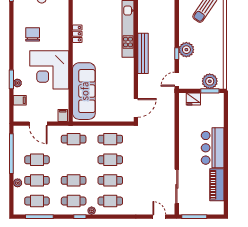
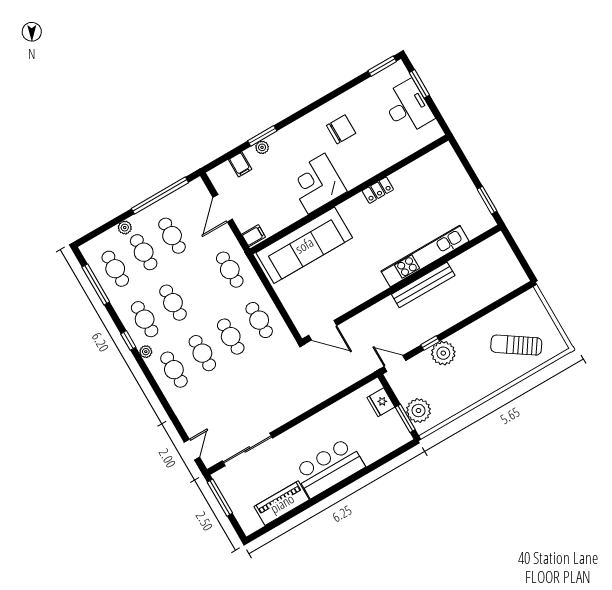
bench: (143, 53) -> (423, 285), moved
corner desk: (49, 70) -> (317, 184), width x0.74, depth x0.74

